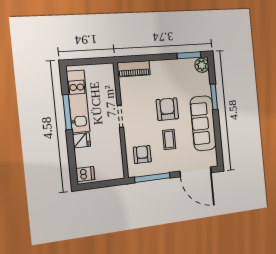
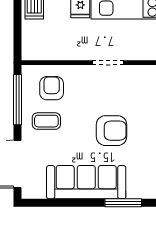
coffee table: (169, 139) -> (46, 121), moved
armchair: (142, 154) -> (52, 88), turned -90

